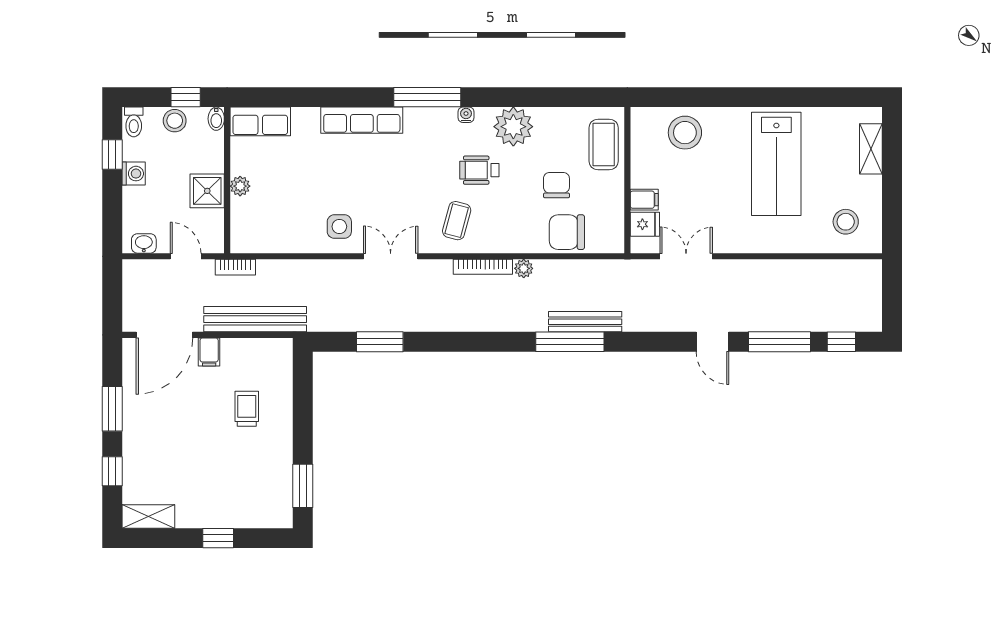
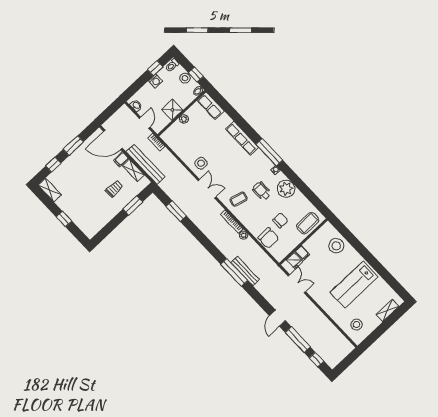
chair: (567, 232) -> (268, 238), turned 180
shelving: (246, 349) -> (133, 171), added
window: (303, 486) -> (133, 205), moved

